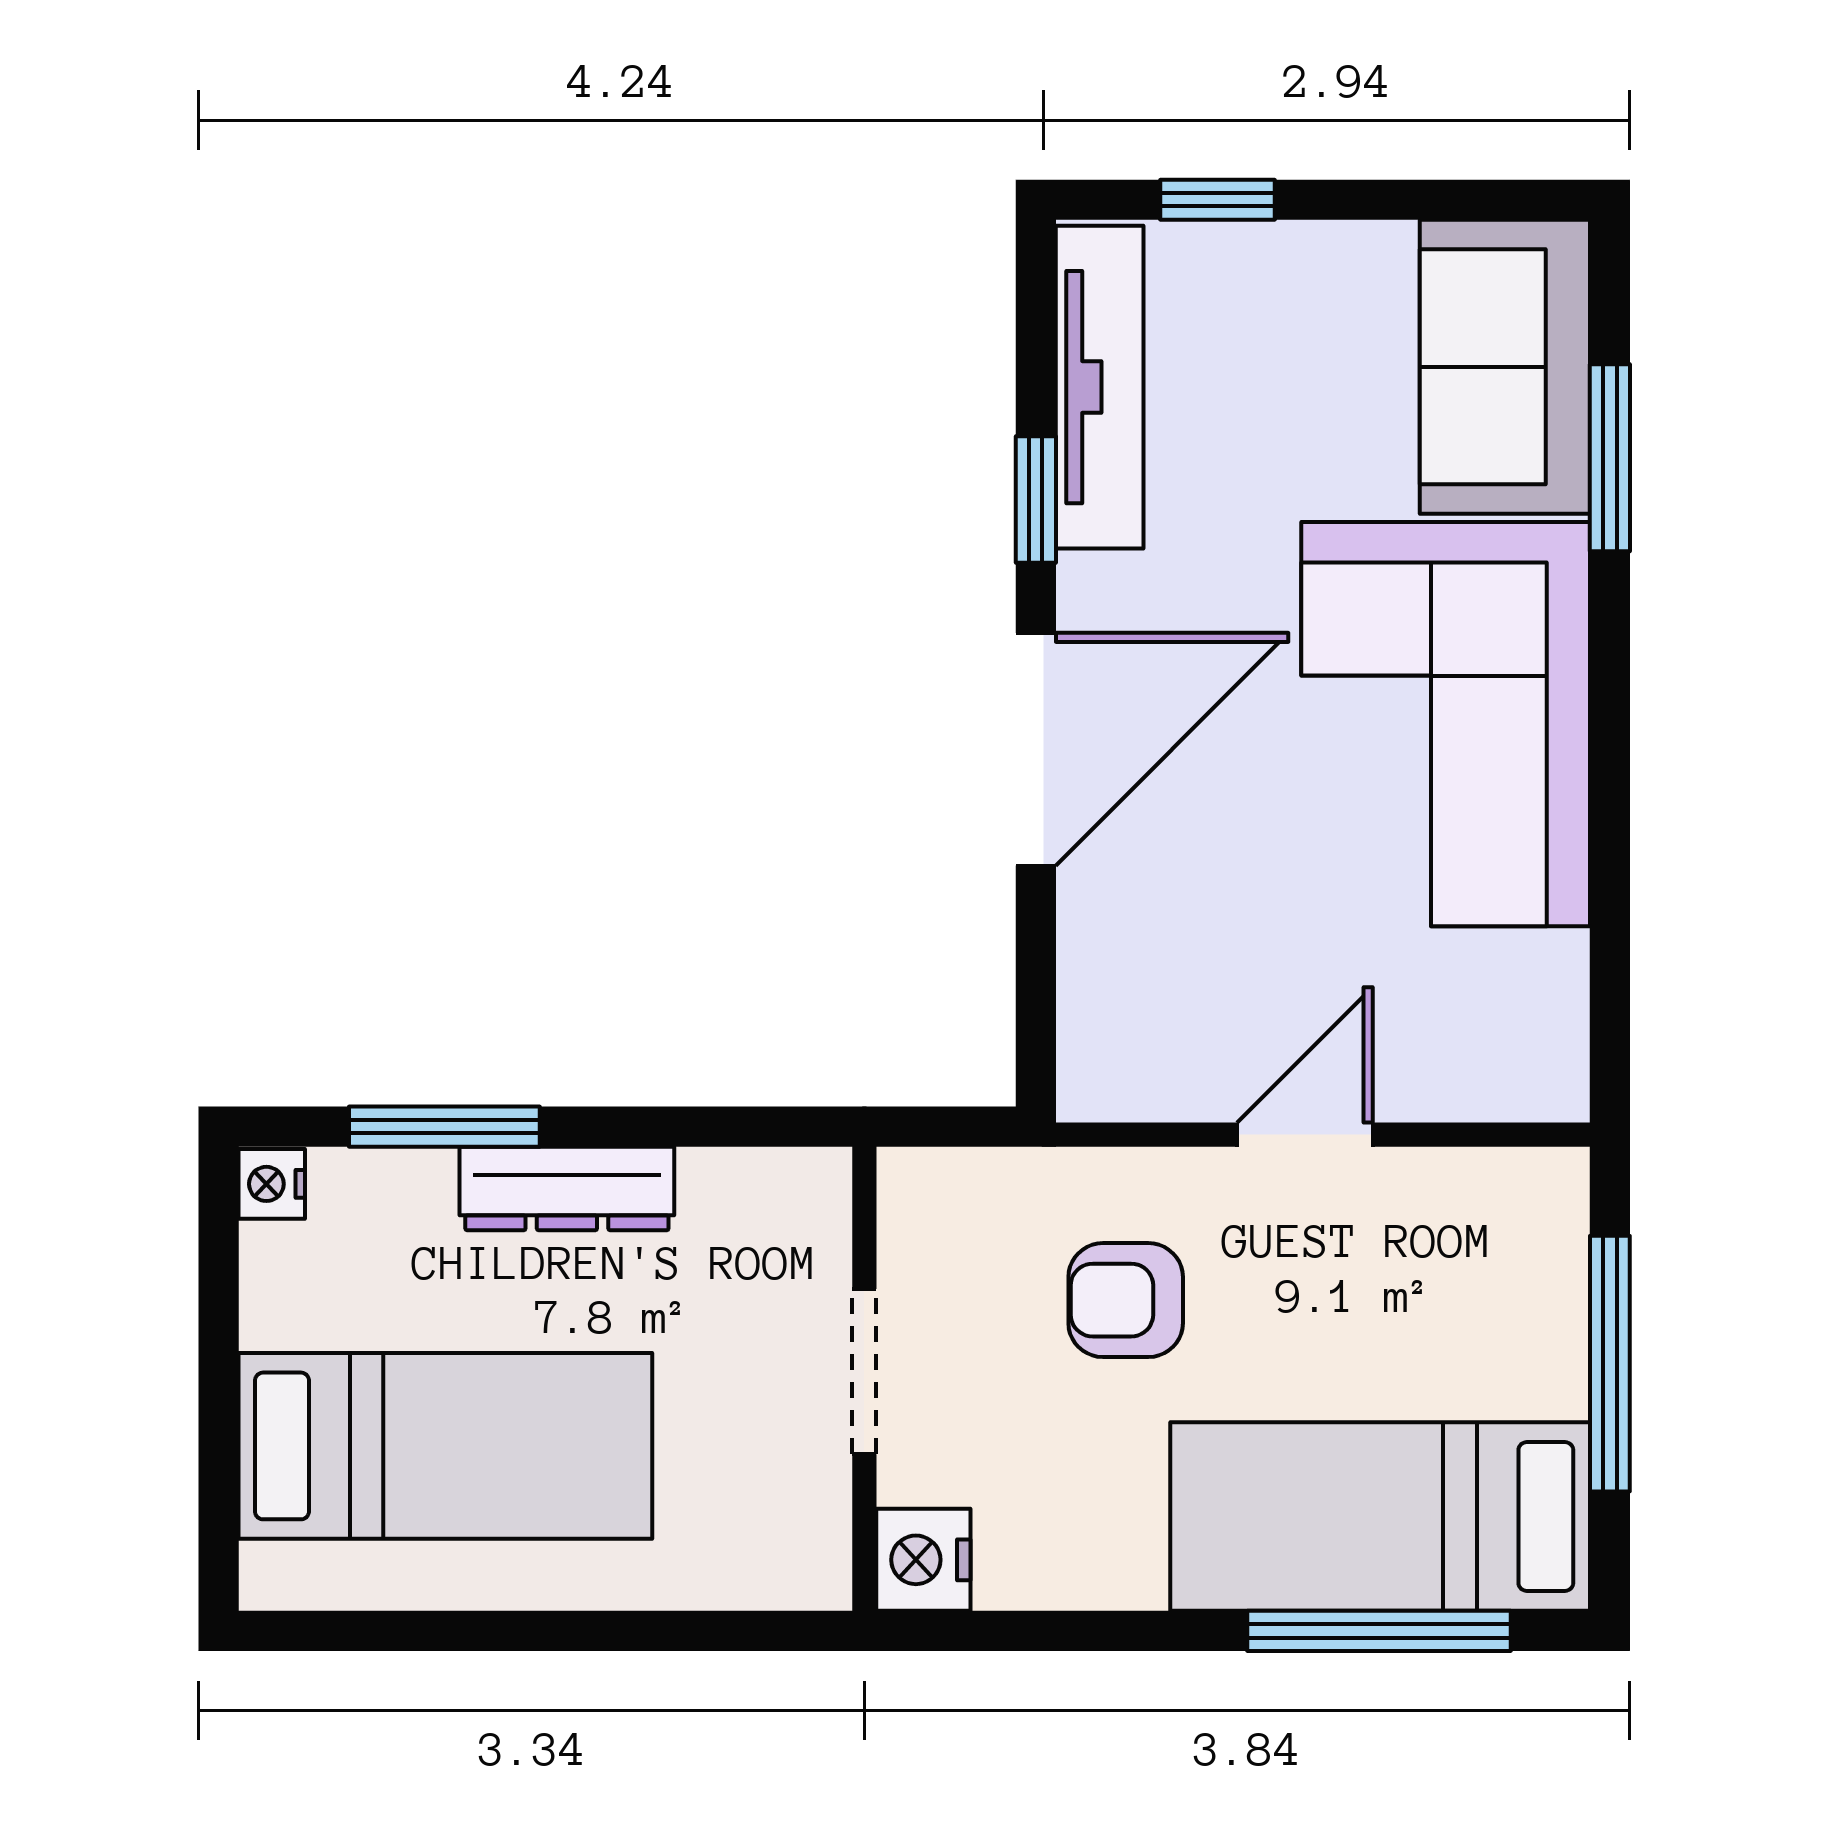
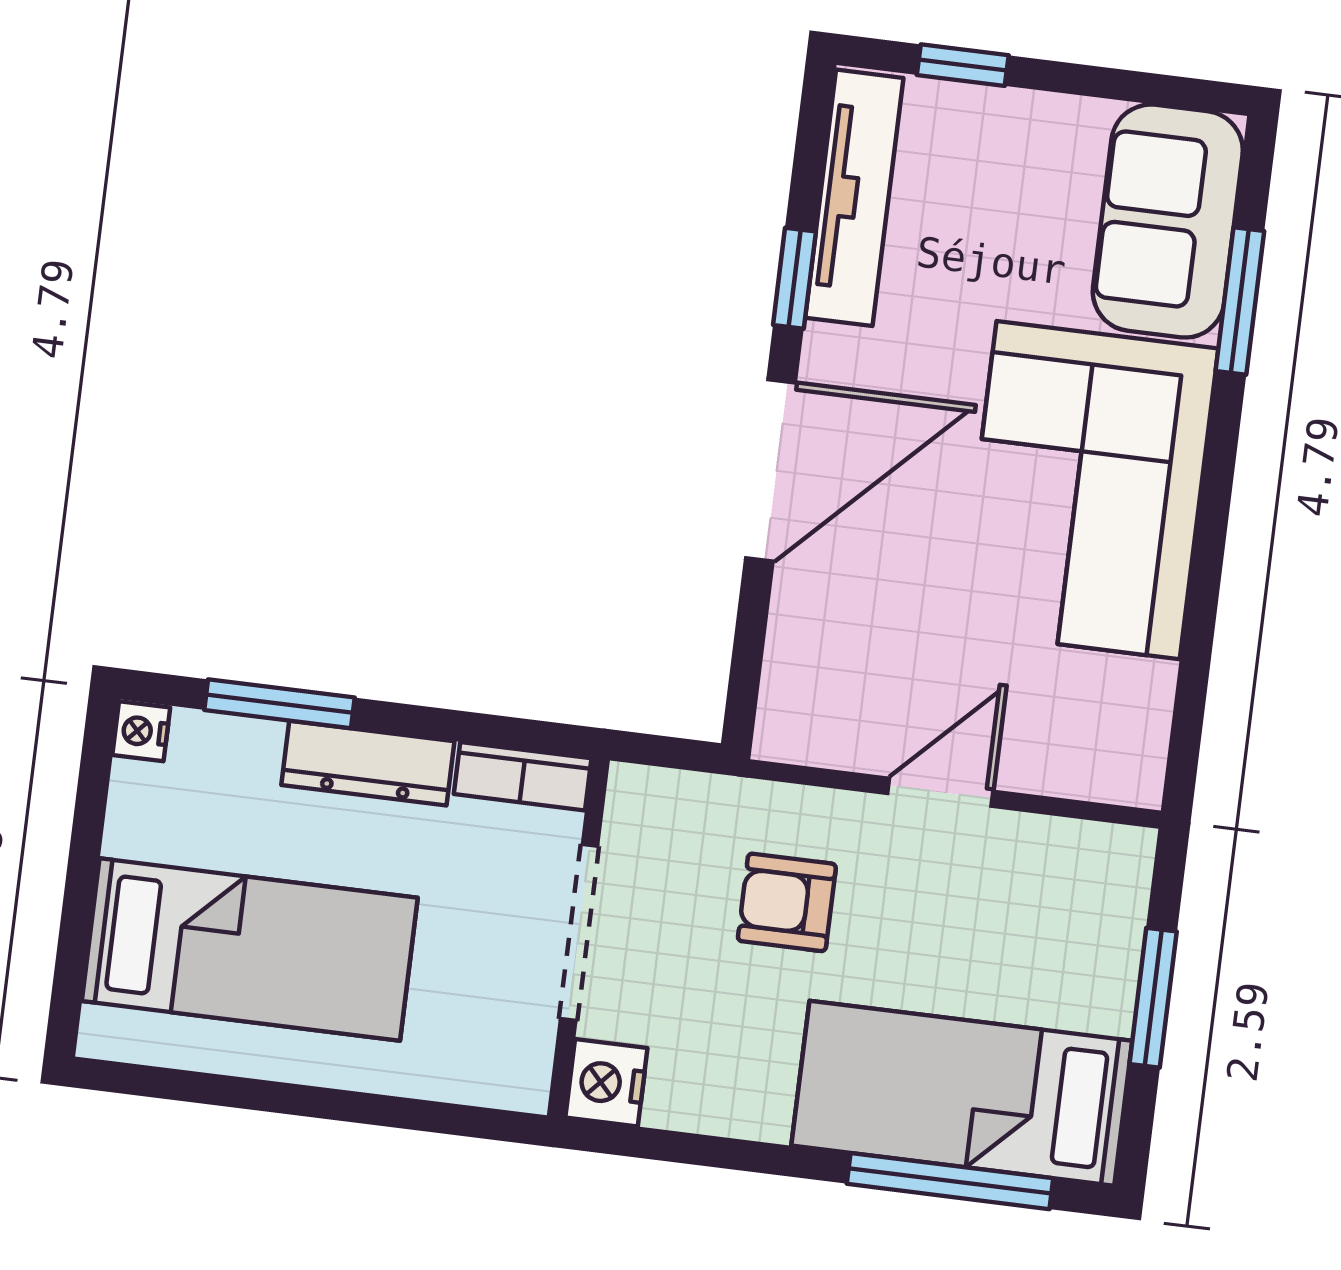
bookcase: (767, 1181) -> (523, 776), added
window: (1610, 1364) -> (1153, 998), width x0.69
doorway: (864, 1372) -> (579, 932), width x1.38

